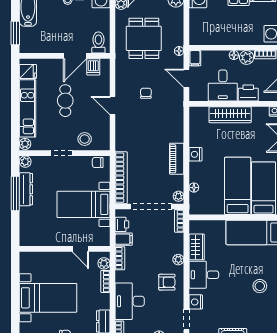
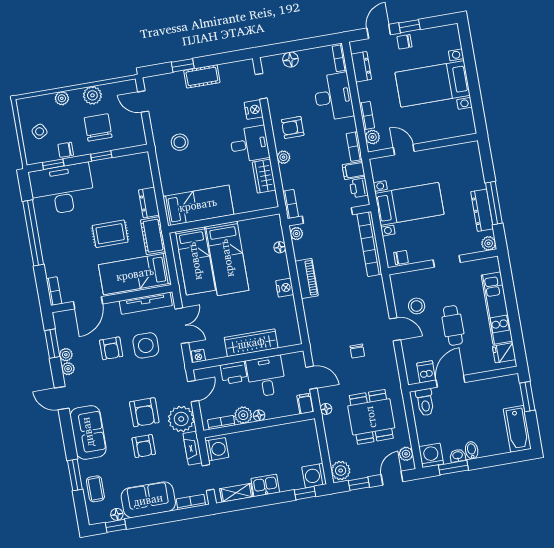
stool: (85, 139) -> (417, 306), moved
plant: (25, 144) -> (493, 265), removed

